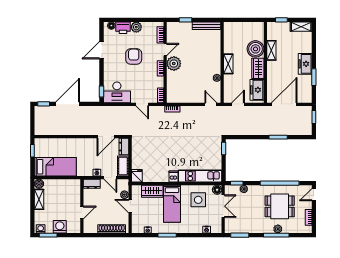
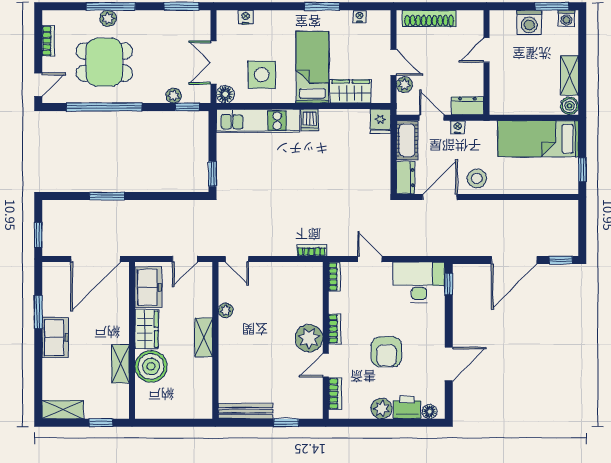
stool: (87, 146) -> (477, 178), added

